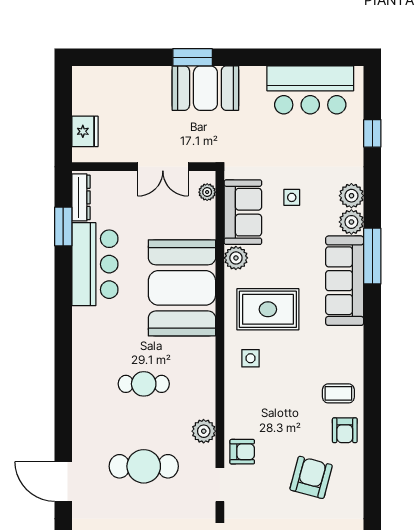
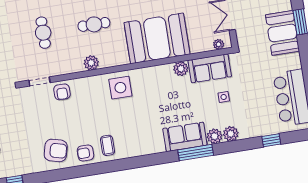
sofa: (345, 281) -> (185, 137), width x0.73
rug: (268, 309) -> (152, 94), removed
side table: (251, 358) -> (120, 88), width x1.87, depth x1.87
cafe table: (144, 384) -> (94, 24), turned 90
plant: (204, 431) -> (91, 63), moved
cafe table: (144, 466) -> (43, 33), width x0.73, depth x0.74
armchair: (311, 477) -> (56, 150), moved

